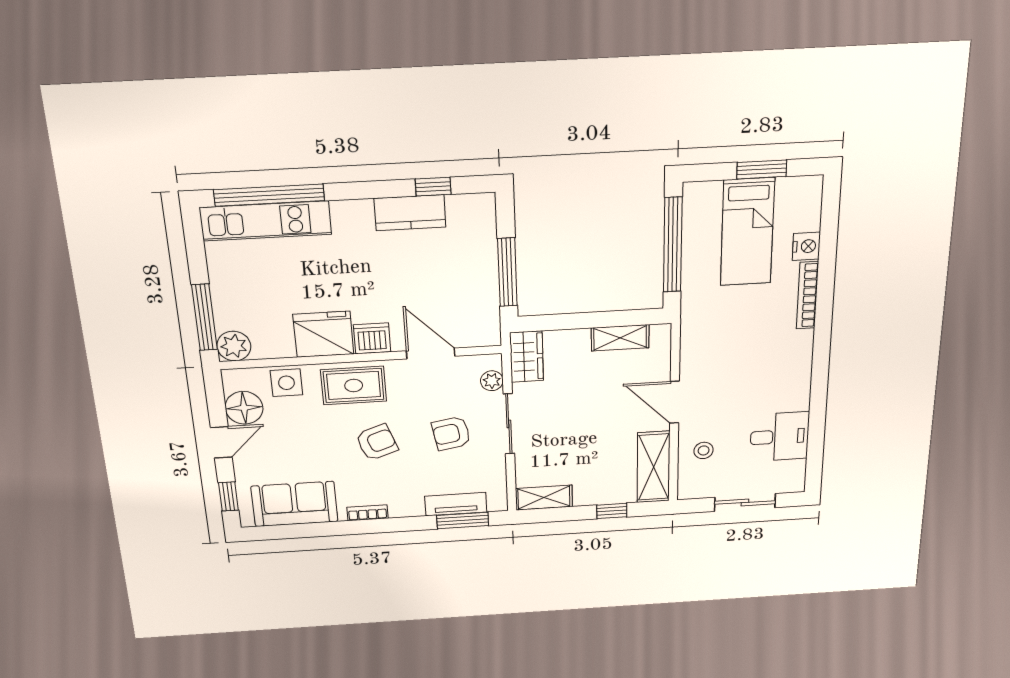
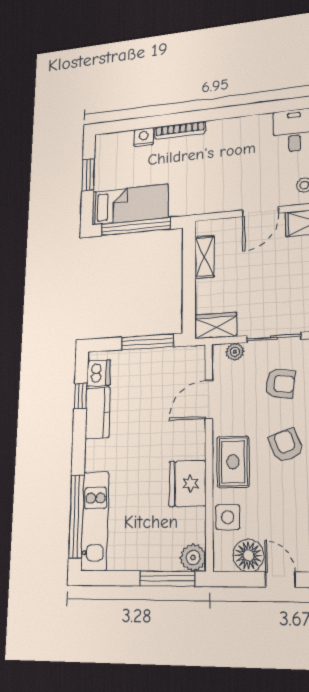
bed: (747, 232) -> (130, 205), moved
dishwasher: (372, 338) -> (99, 373), moved, turned 180
armchair: (451, 433) -> (280, 384), turned -72

